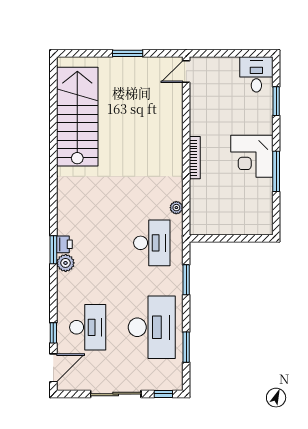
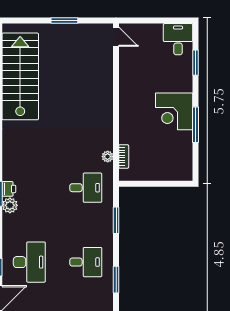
door: (186, 72) -> (116, 37), swing flipped
bookcase: (195, 158) -> (124, 157), moved, width x0.64
desk: (152, 243) -> (86, 188), width x0.73
desk: (152, 327) -> (86, 262), width x0.53, depth x0.77

